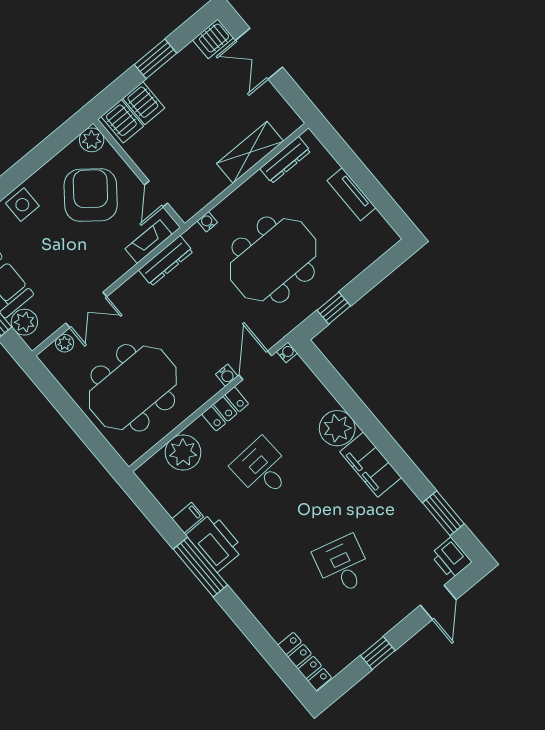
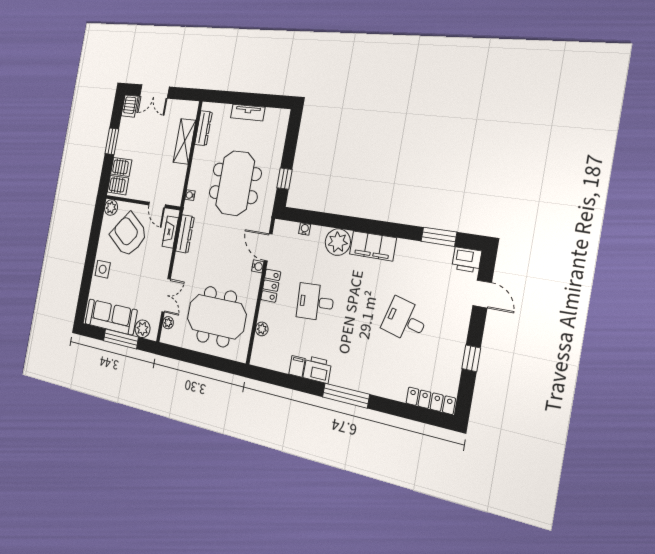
water cooler: (287, 352) -> (305, 229), moved
meeting table: (133, 388) -> (217, 317), turned 90
plant: (183, 452) -> (262, 329), width x0.53, depth x0.53
printer: (215, 542) -> (317, 370), width x0.73, depth x0.84
window: (200, 567) -> (346, 396), moved

